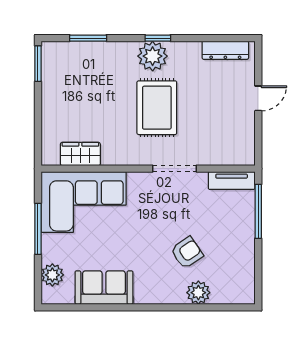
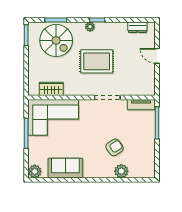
dresser: (225, 50) -> (137, 27), width x0.70
plant: (153, 56) -> (90, 27), width x0.53, depth x0.53
spiral stairs: (88, 72) -> (56, 40), added
door: (258, 98) -> (157, 56), swing flipped
rug: (157, 108) -> (97, 61), turned 90
plant: (52, 275) -> (35, 171), moved

